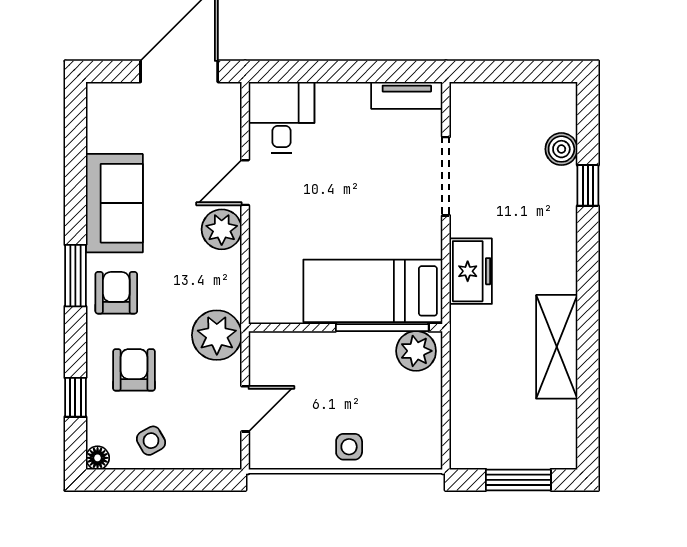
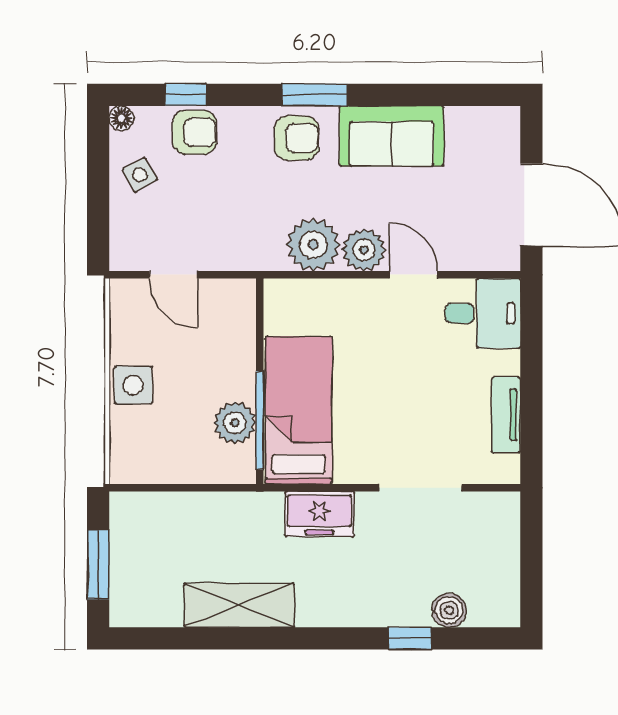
tv unit: (407, 95) -> (506, 415), moved
plant: (217, 335) -> (313, 245), moved
plant: (416, 351) -> (235, 423), moved
armchair: (134, 370) -> (195, 132), moved
side table: (349, 447) -> (133, 385), width x1.37, depth x1.37

